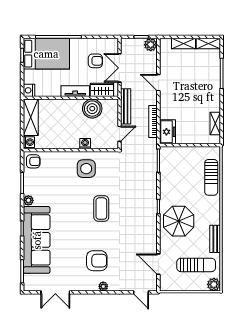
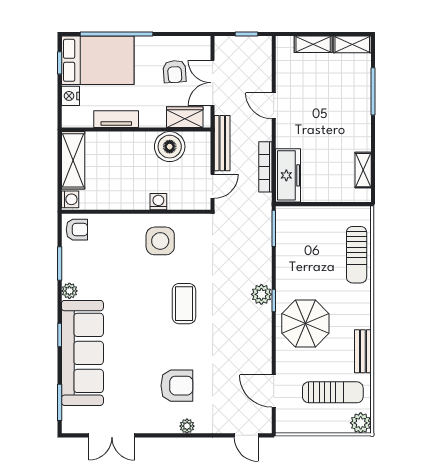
plant: (151, 45) -> (261, 294), moved
armchair: (95, 61) -> (175, 72), turned 86
nightstand: (29, 90) -> (70, 96), moved
tv unit: (75, 91) -> (116, 119), moved
freezer: (168, 132) -> (288, 175), width x1.40

